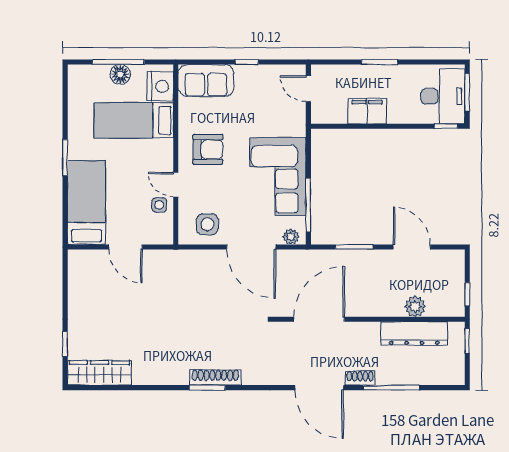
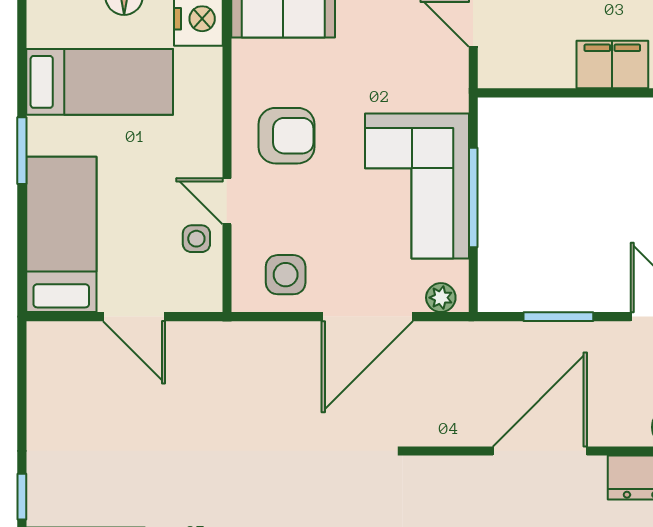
filing cabinet: (367, 111) -> (612, 64), moved
bed: (134, 120) -> (100, 82), moved, turned 180
window: (308, 205) -> (473, 198), moved
door: (251, 247) -> (367, 317), hinge flipped
door: (319, 319) -> (540, 451), moved

